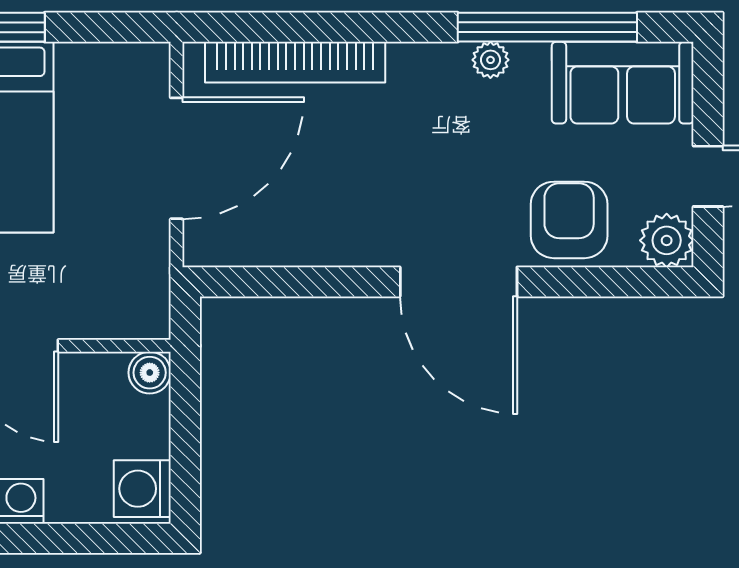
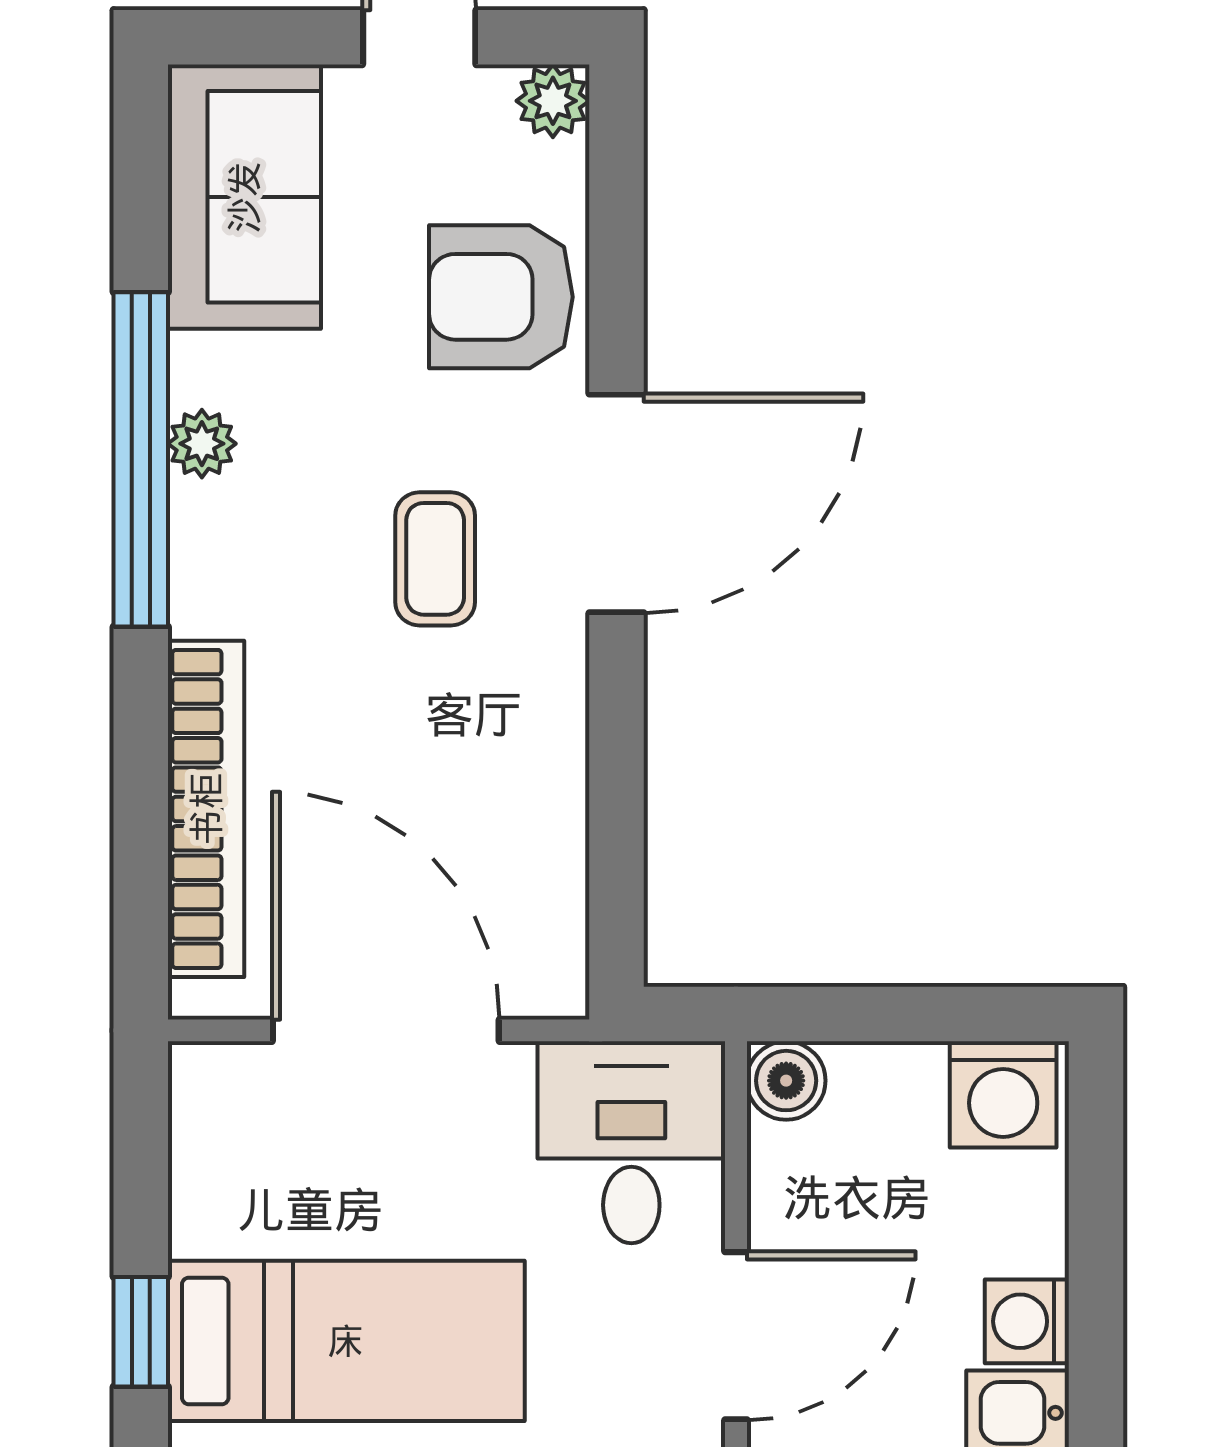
window: (547, 27) -> (141, 459), moved
coffee table: (429, 185) -> (435, 559), added
plant: (667, 240) -> (553, 101), width x0.73, depth x0.73
desk: (117, 290) -> (631, 1142), added

